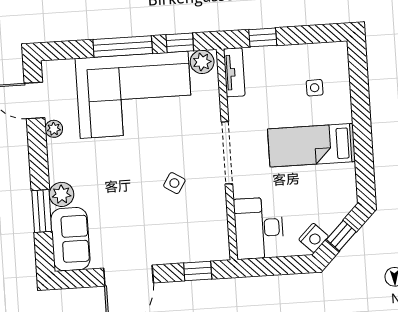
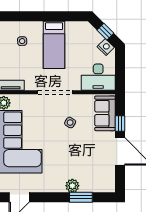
plant: (54, 129) -> (36, 188), removed
sofa: (70, 239) -> (105, 113), moved, turned -90
window: (198, 271) -> (120, 124), moved

